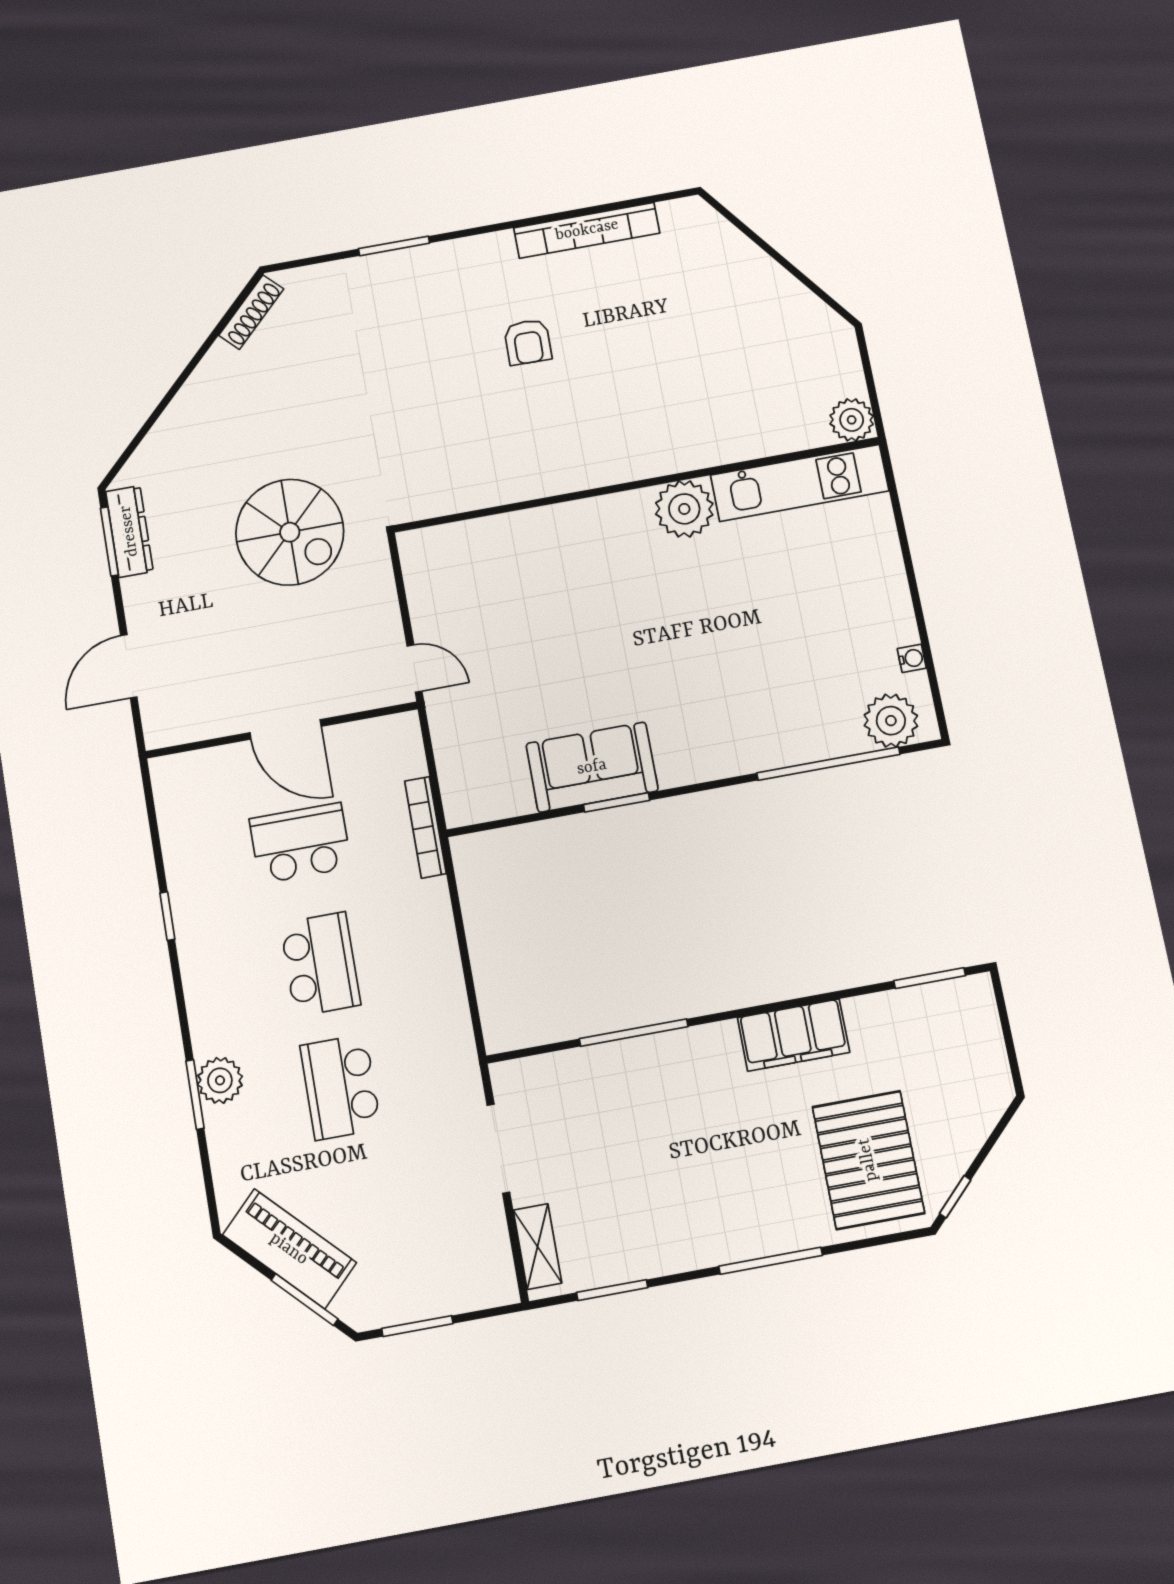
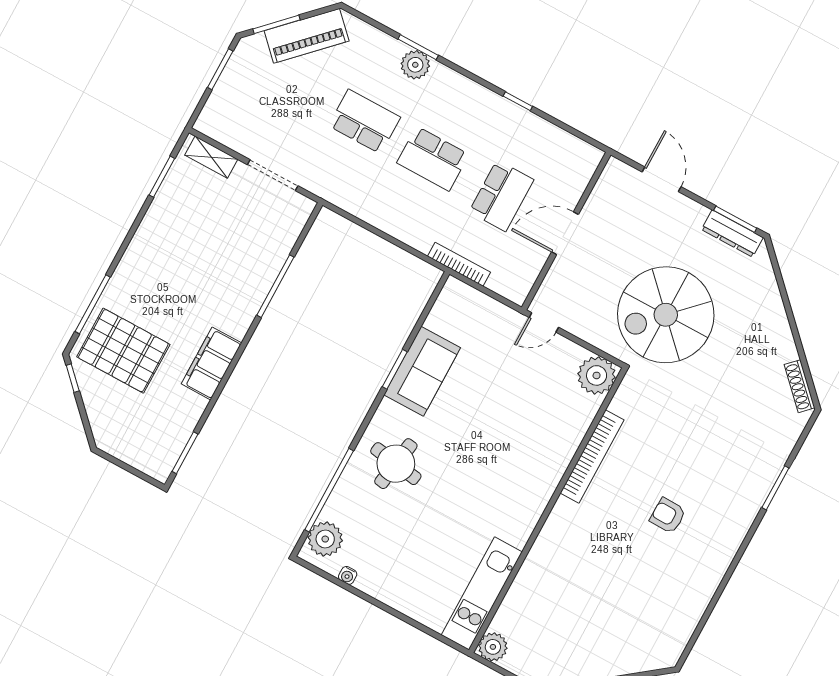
bookcase: (587, 230) -> (592, 456), moved, turned 180
plant: (684, 509) -> (597, 375), moved
spiral stairs: (290, 532) -> (666, 315), width x1.37, depth x1.37
round table: (730, 709) -> (396, 464), added
window: (771, 1261) -> (93, 304), moved

